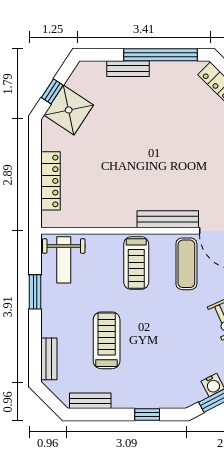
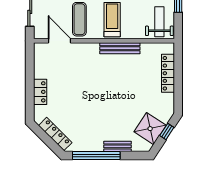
shower: (69, 110) -> (150, 129), moved
bench: (168, 219) -> (120, 48), moved

